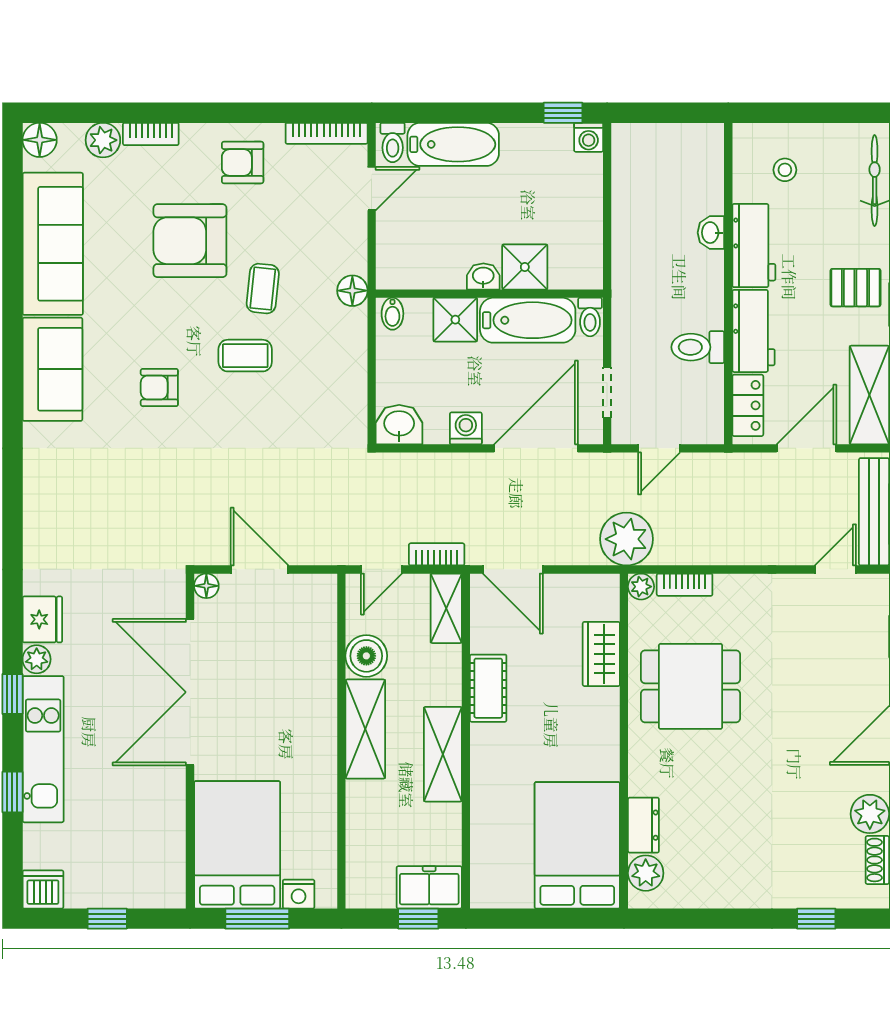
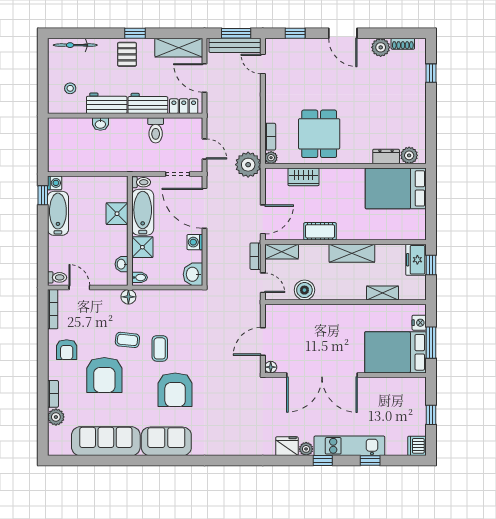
floor lamp: (40, 140) -> (56, 448), removed
bathtub: (453, 144) -> (58, 213), moved
washbasin: (483, 276) -> (122, 264), moved
armchair: (159, 387) -> (175, 390), width x1.88, depth x1.88
shelving: (365, 729) -> (382, 293), moved, width x0.67, depth x0.75

